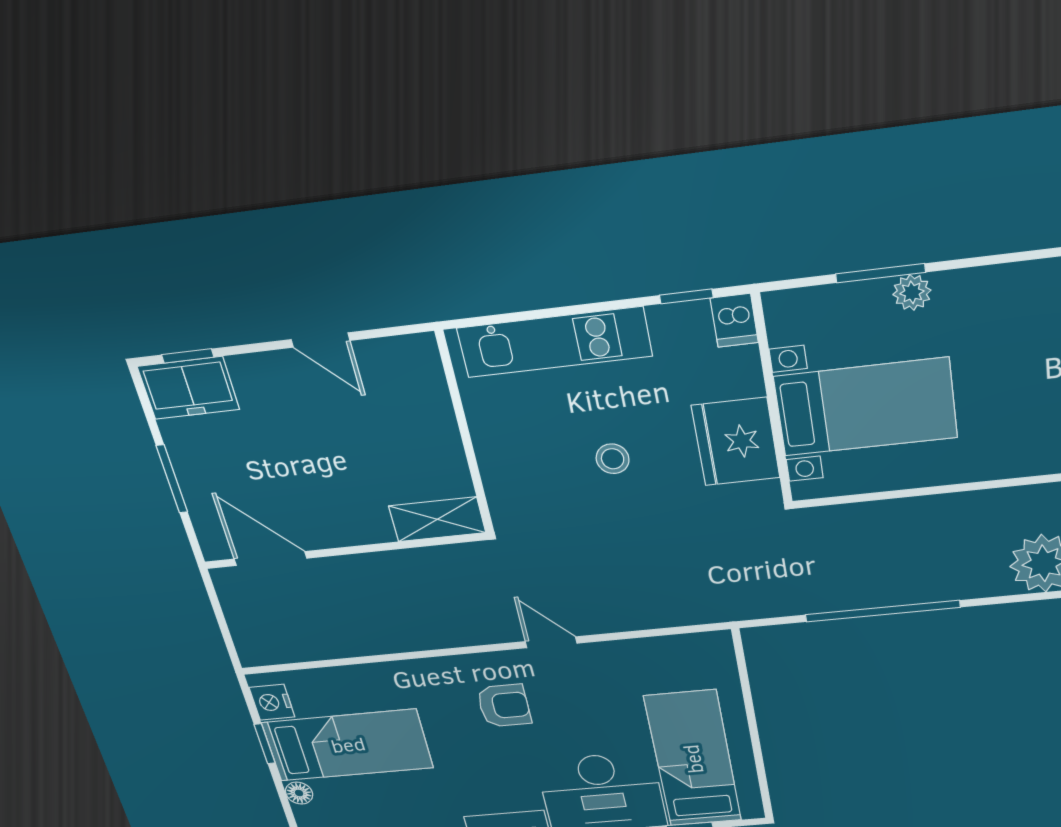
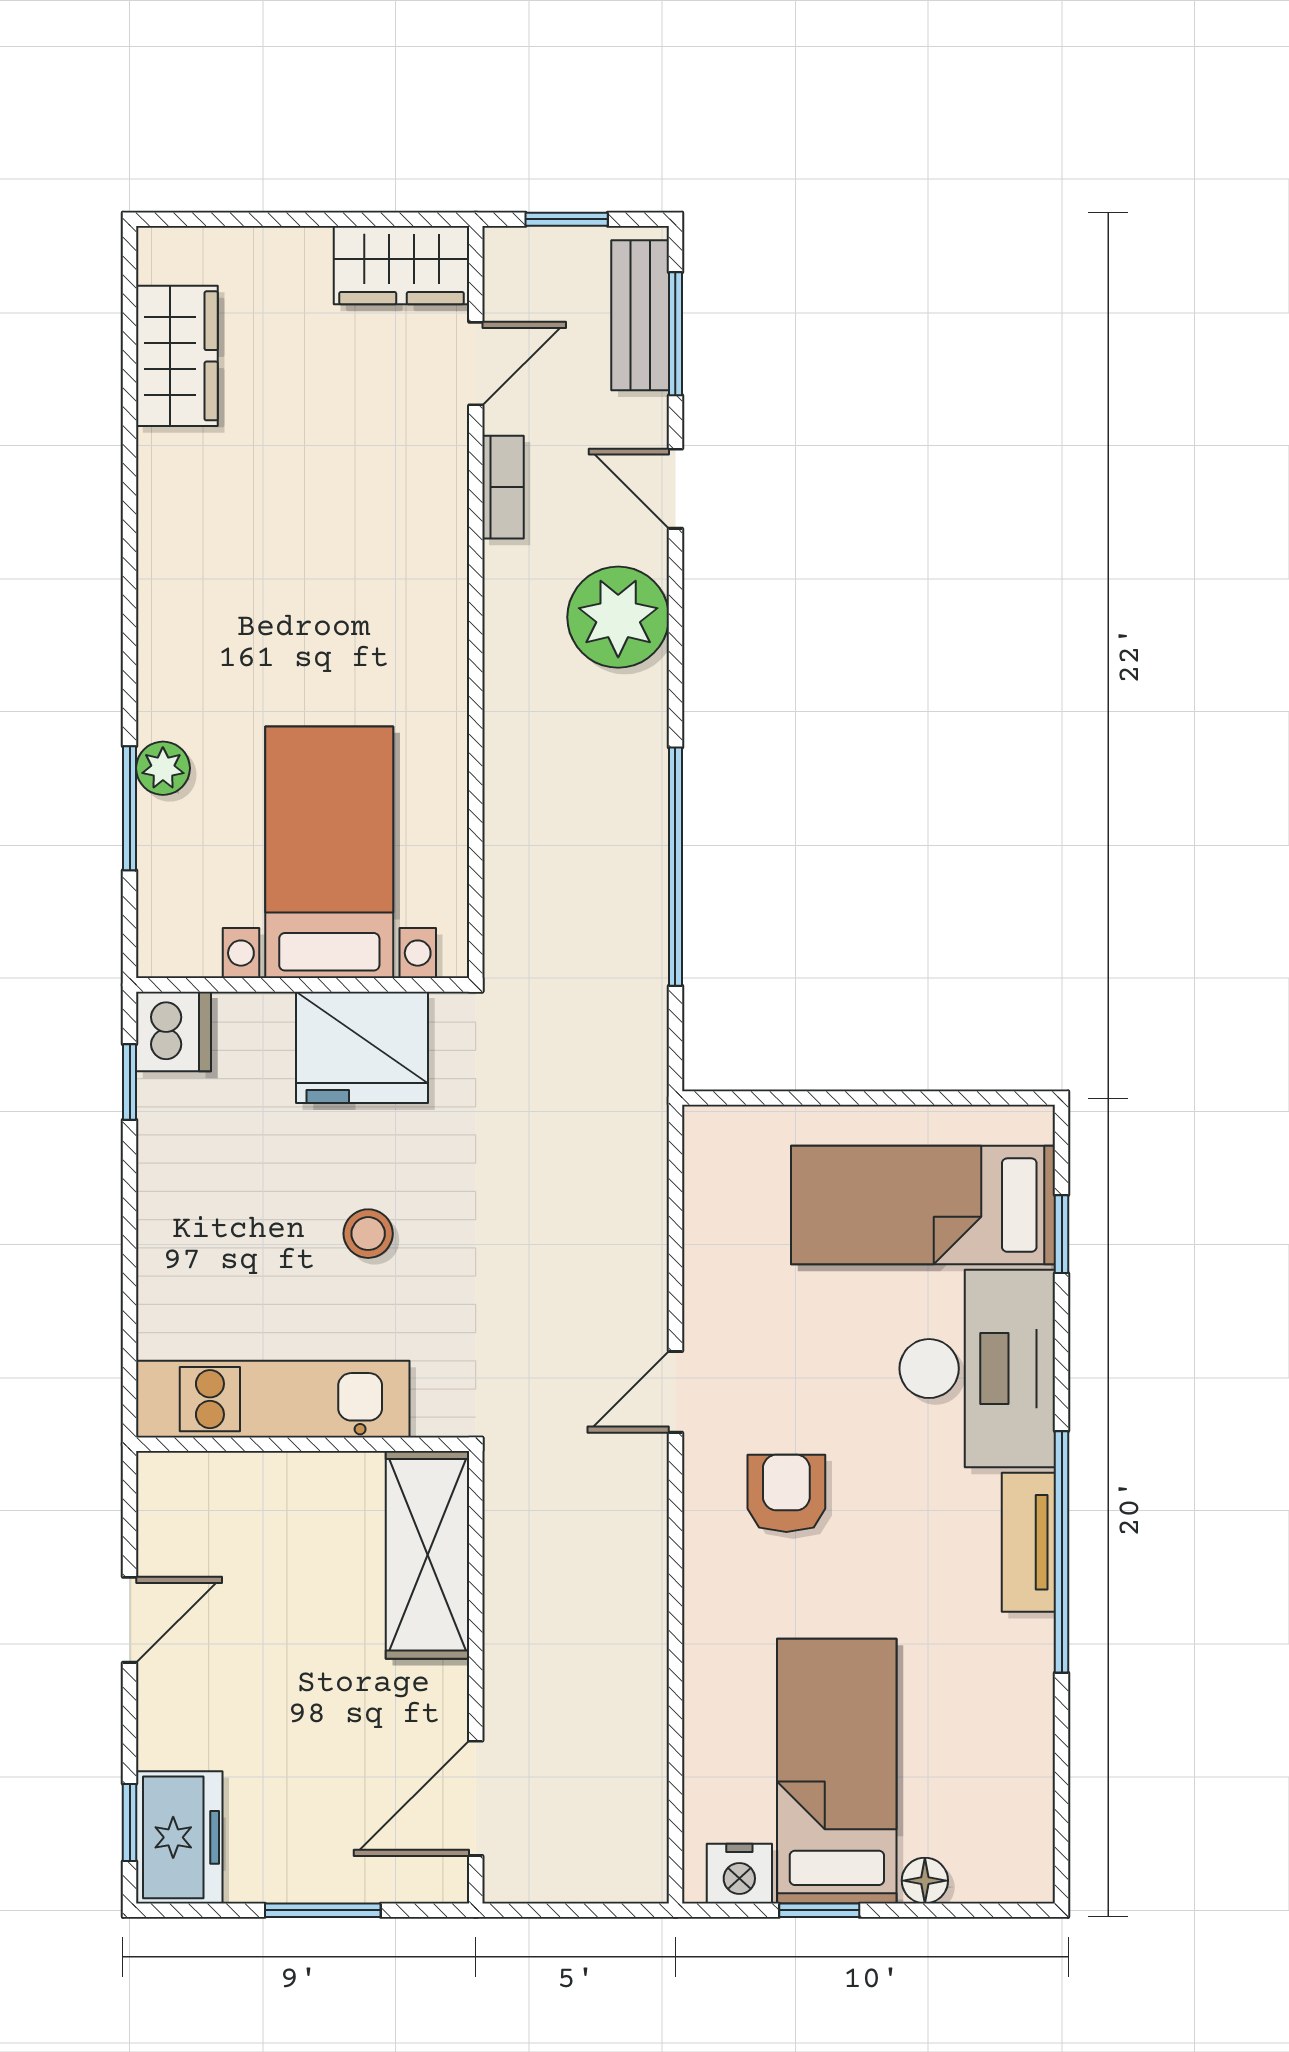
dishwasher: (734, 320) -> (174, 1032), width x1.38
kitchen unit: (555, 342) -> (273, 1399), moved, turned -90
shelving: (437, 519) -> (427, 1555), width x1.50, depth x1.33

